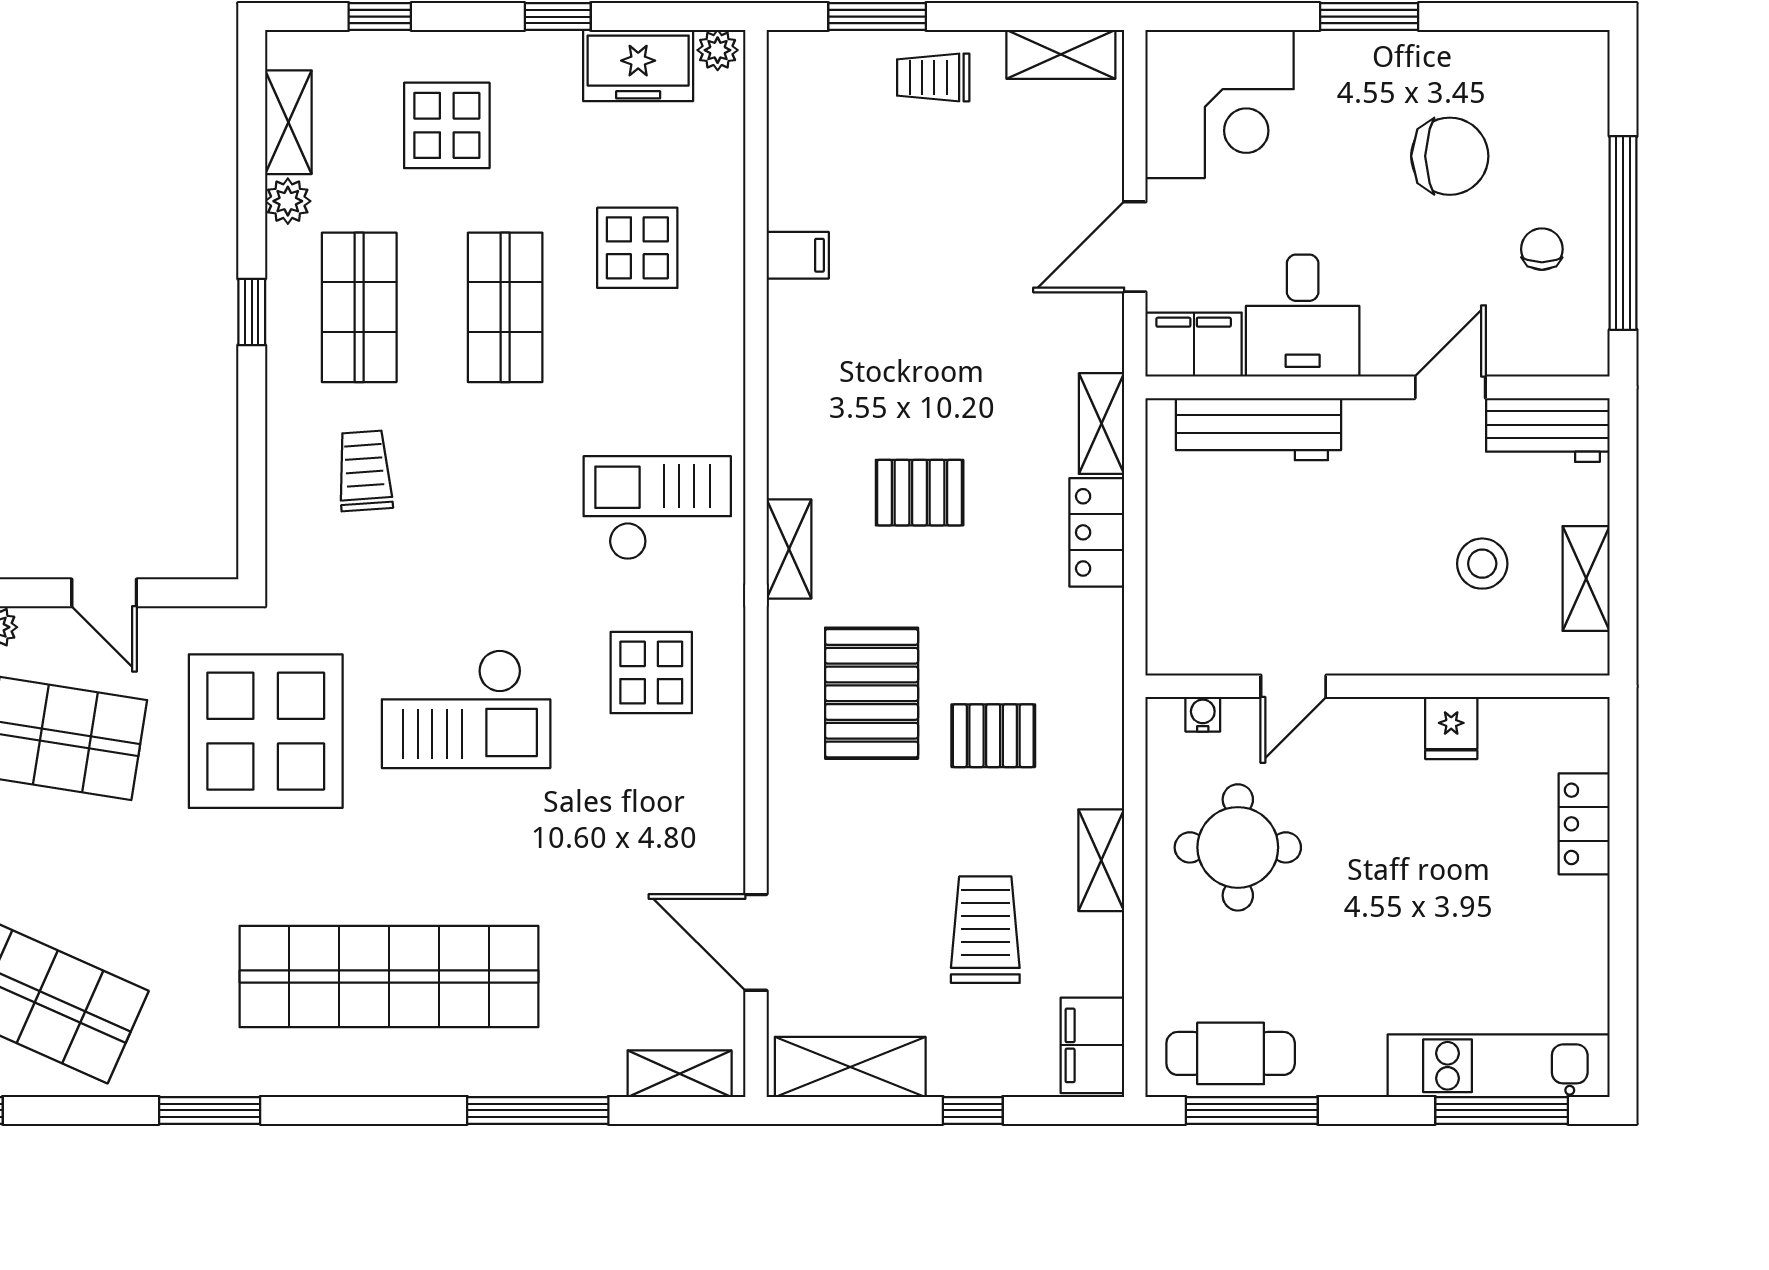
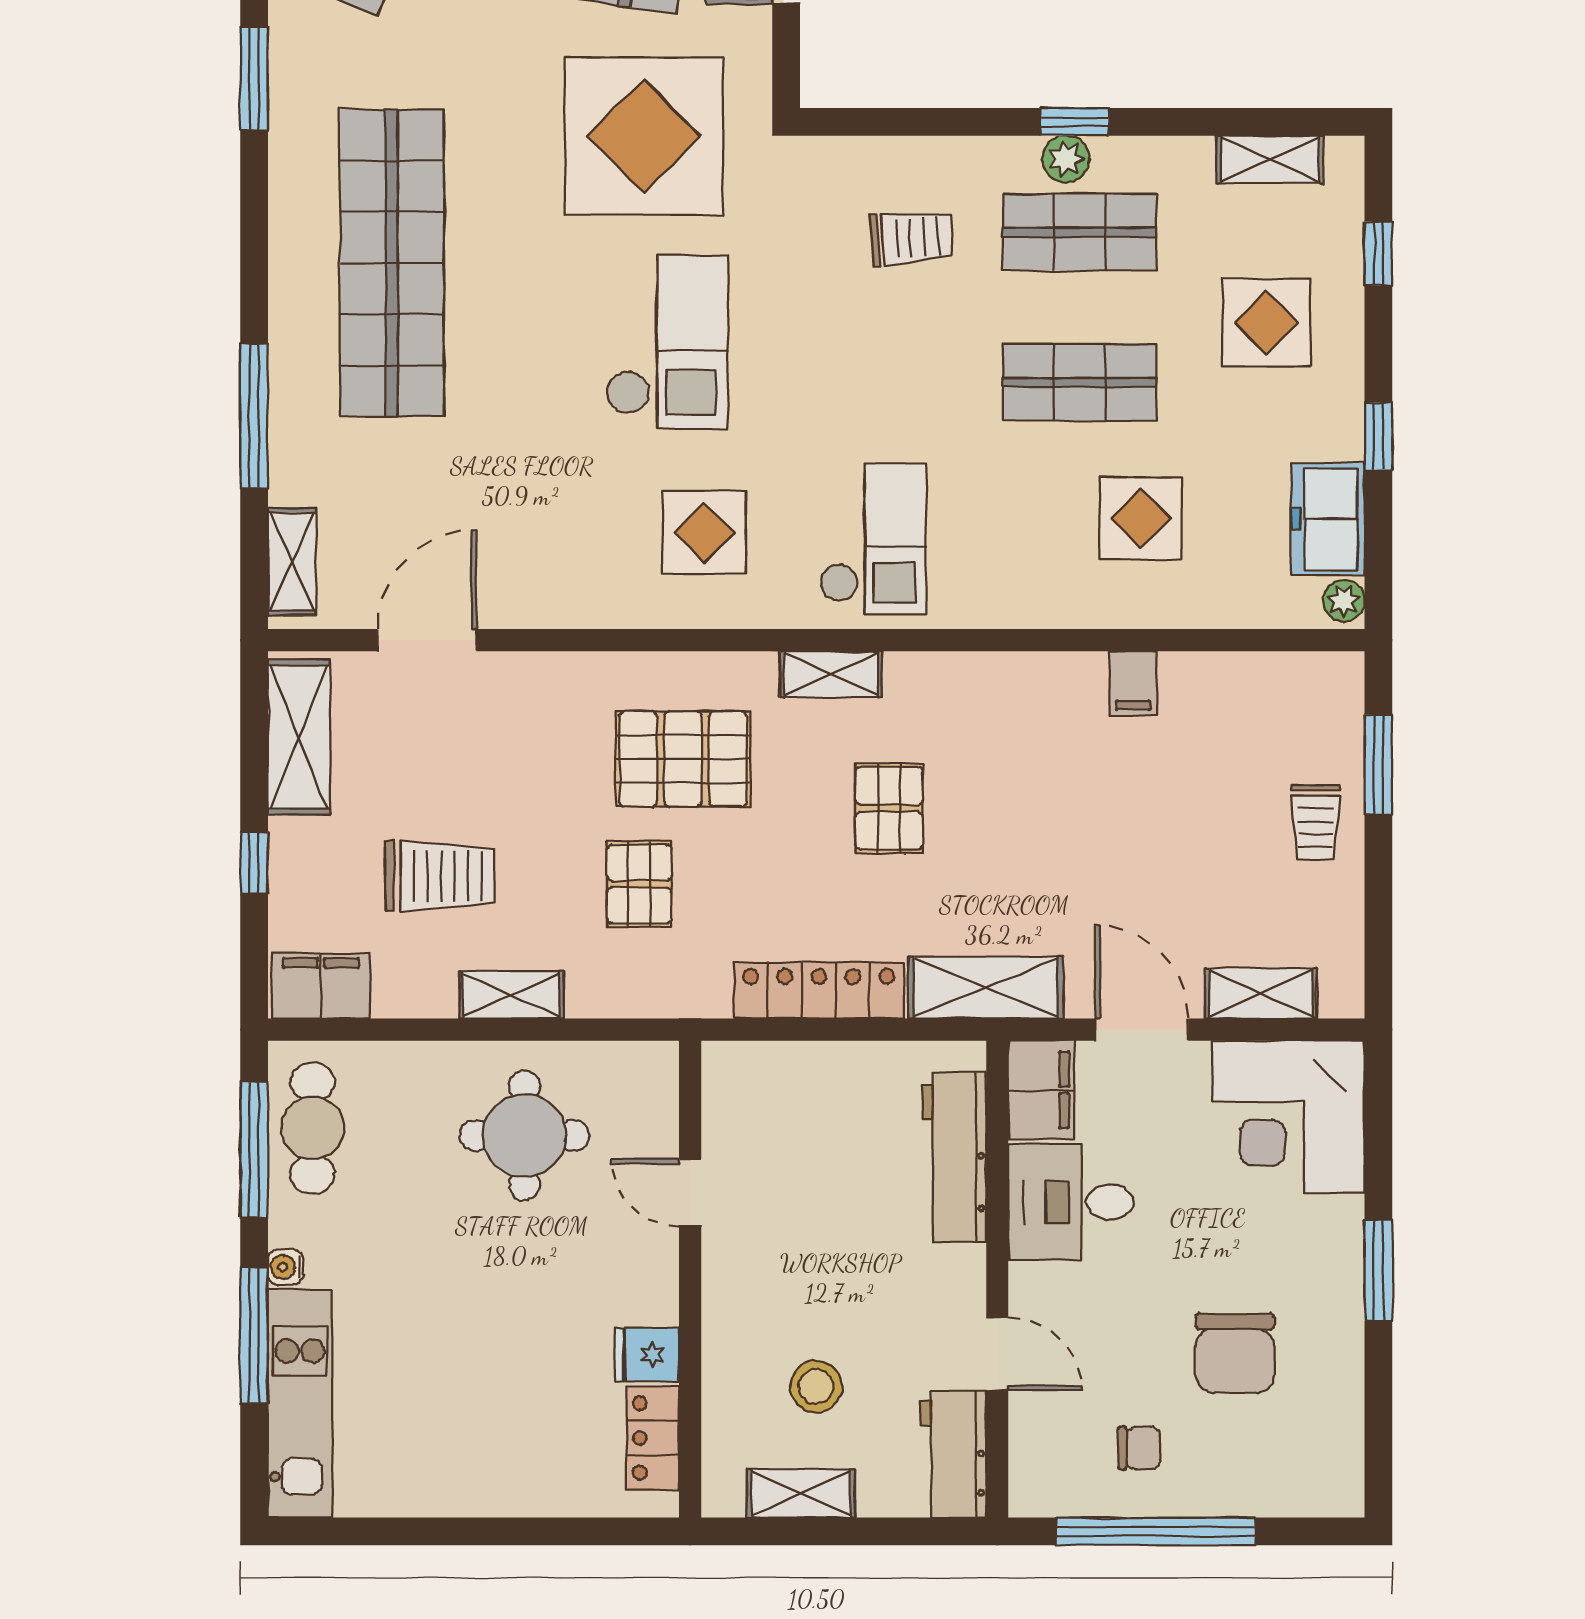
shelving: (1061, 54) -> (1261, 993), moved, turned 90
trolley: (933, 77) -> (1316, 822), turned 180
plant: (288, 201) -> (1066, 159), moved
shelving: (1101, 424) -> (986, 988), width x1.50, depth x1.33
locker: (1097, 532) -> (819, 990), width x1.53
checkout: (466, 709) -> (667, 342), turned 180
water cooler: (1203, 714) -> (286, 1267), moved, turned 180
locker: (1584, 824) -> (653, 1438), moved, turned -90
window: (1502, 1110) -> (254, 1335), moved

